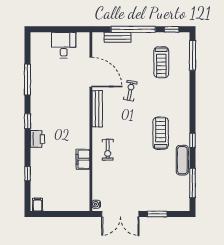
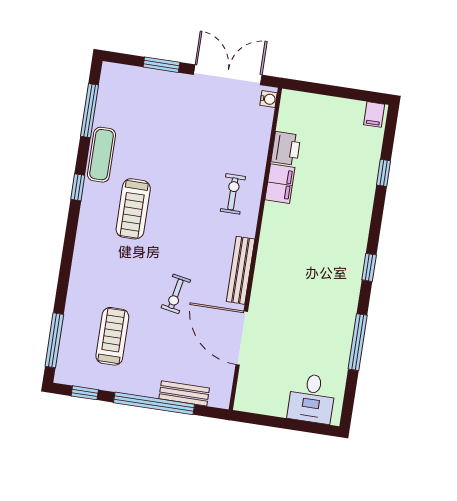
desk: (64, 45) -> (312, 398), moved
printer: (38, 139) -> (286, 148), moved, turned 180

